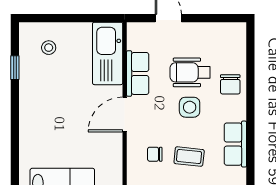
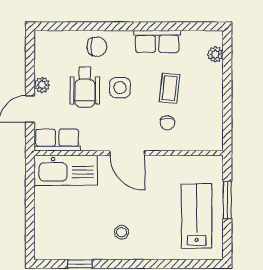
plant: (192, 30) -> (42, 85), added
stool: (49, 48) -> (122, 232), moved
row of seats: (138, 73) -> (57, 140), moved

